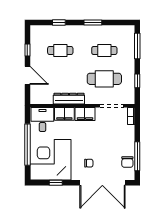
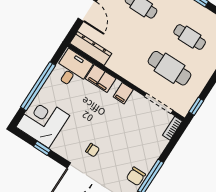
window: (137, 81) -> (196, 106), moved
dresser: (69, 99) -> (91, 48), moved
filing cabinet: (85, 114) -> (123, 93), width x0.50
corner desk: (50, 160) -> (43, 121), width x0.74, depth x0.74

